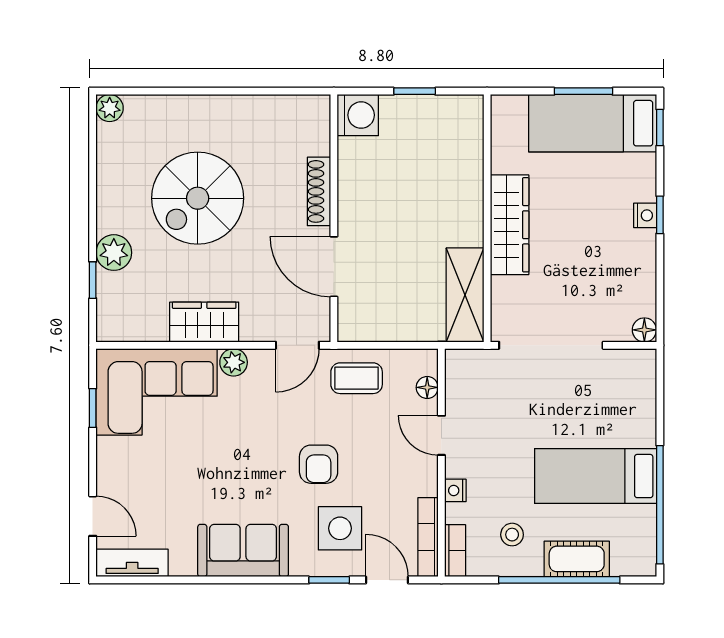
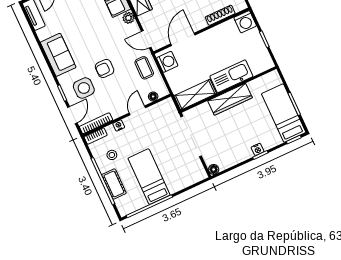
shoe rack: (319, 191) -> (220, 15), moved
kitchen sink: (461, 199) -> (231, 76), added
washing machine: (367, 323) -> (167, 62), added

